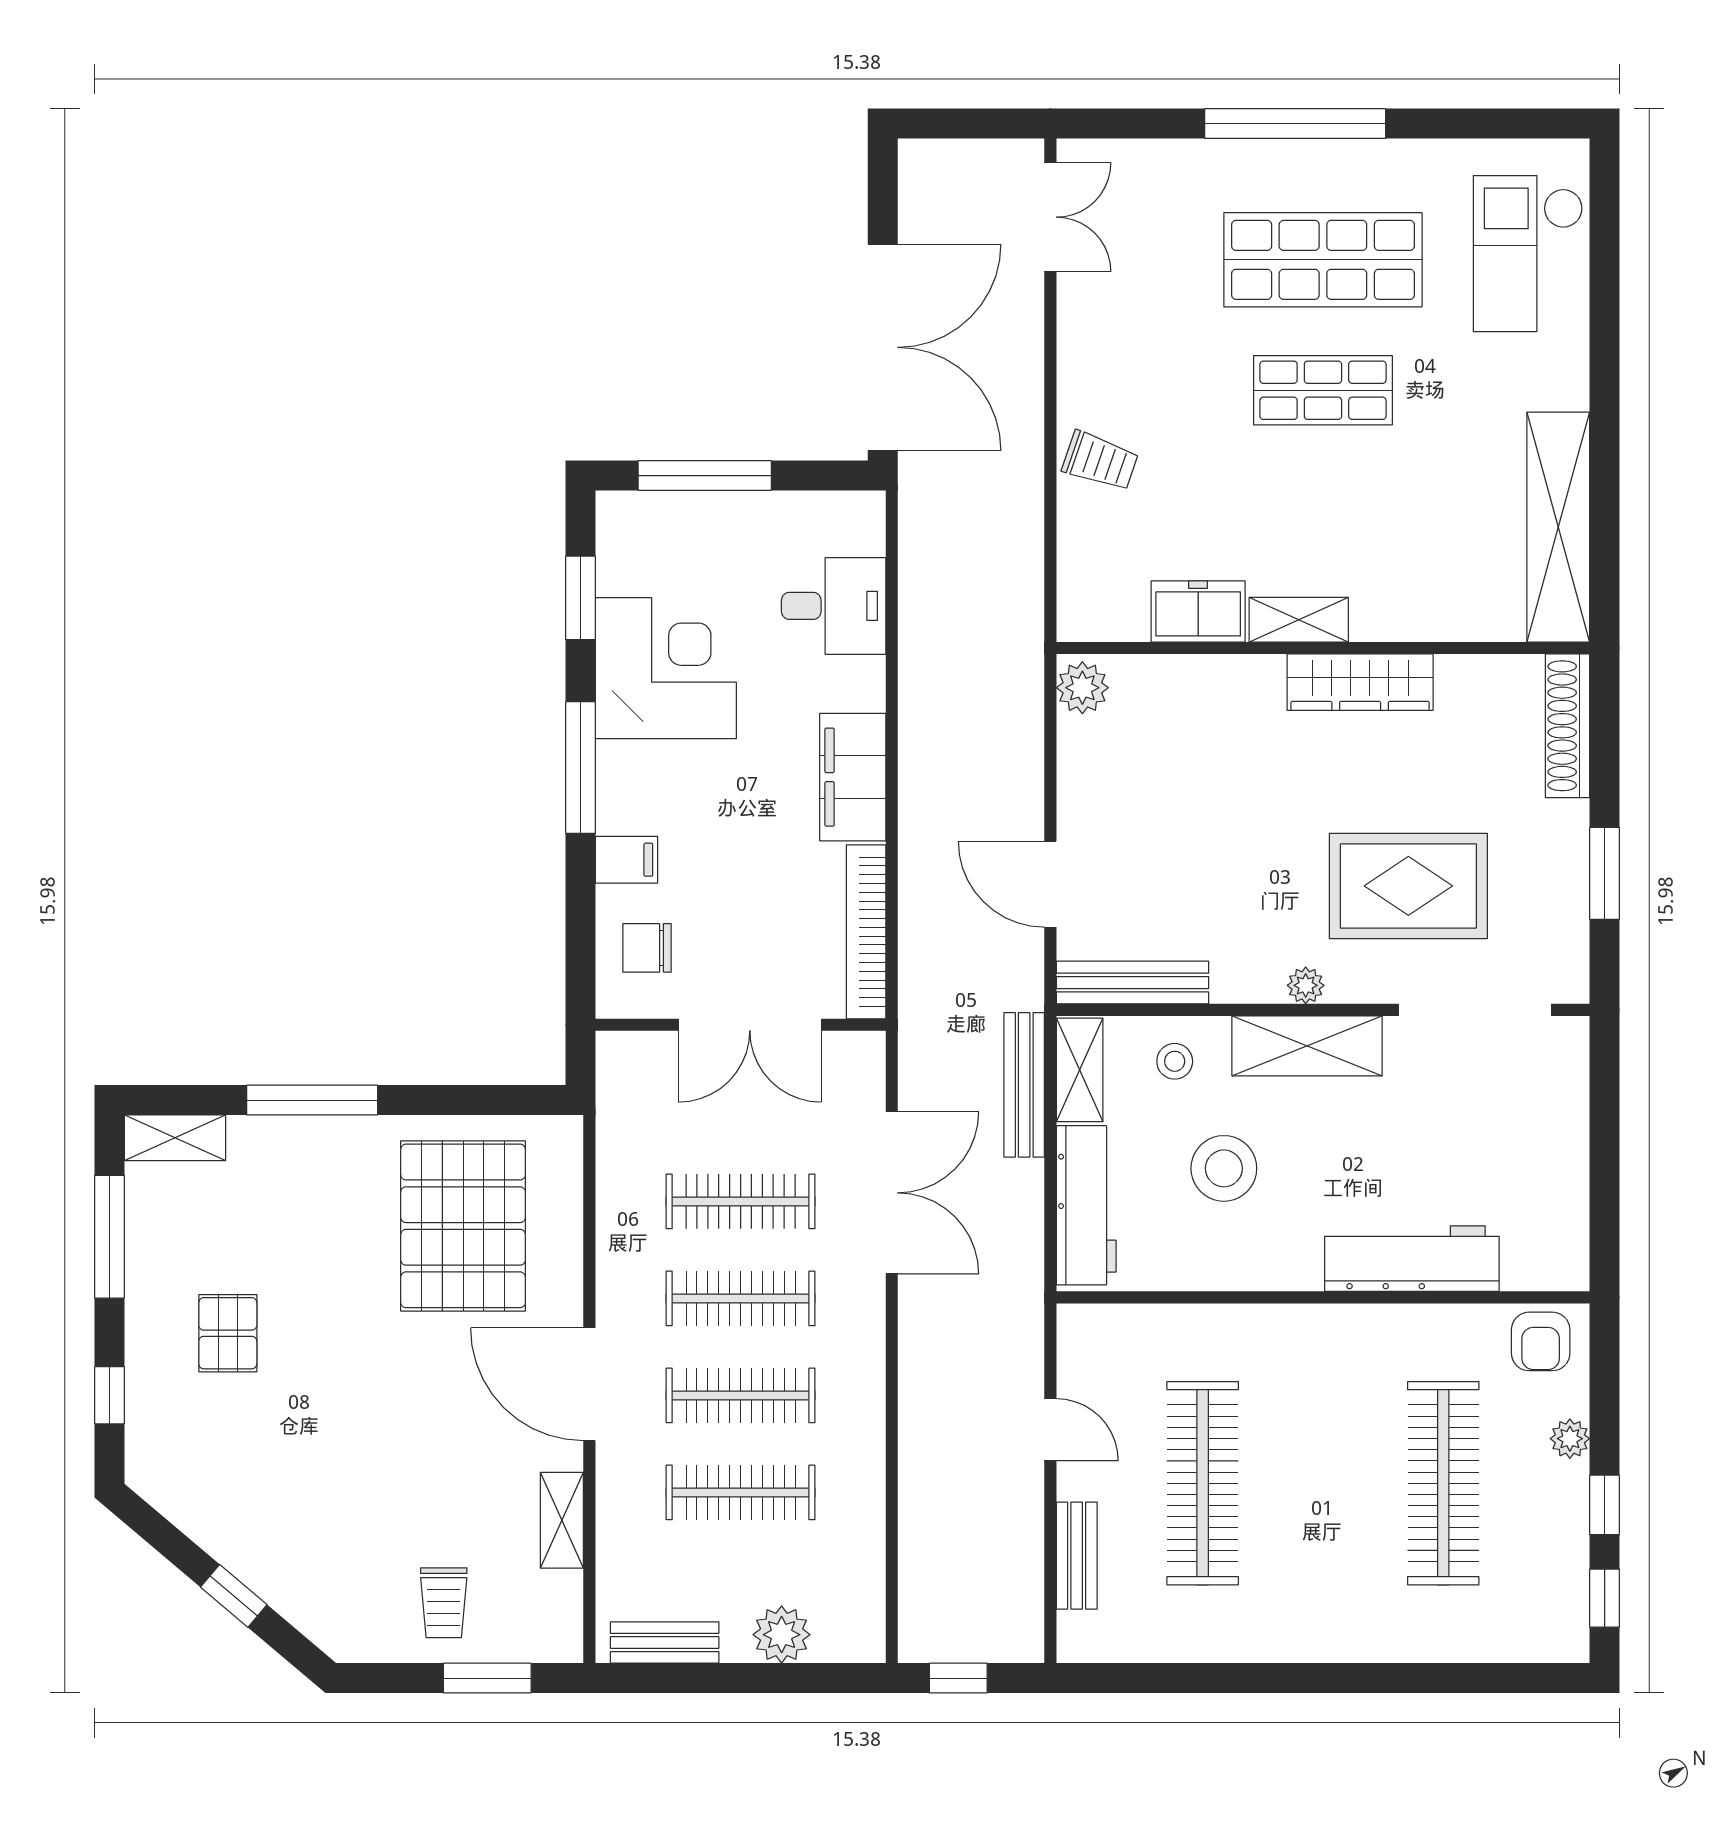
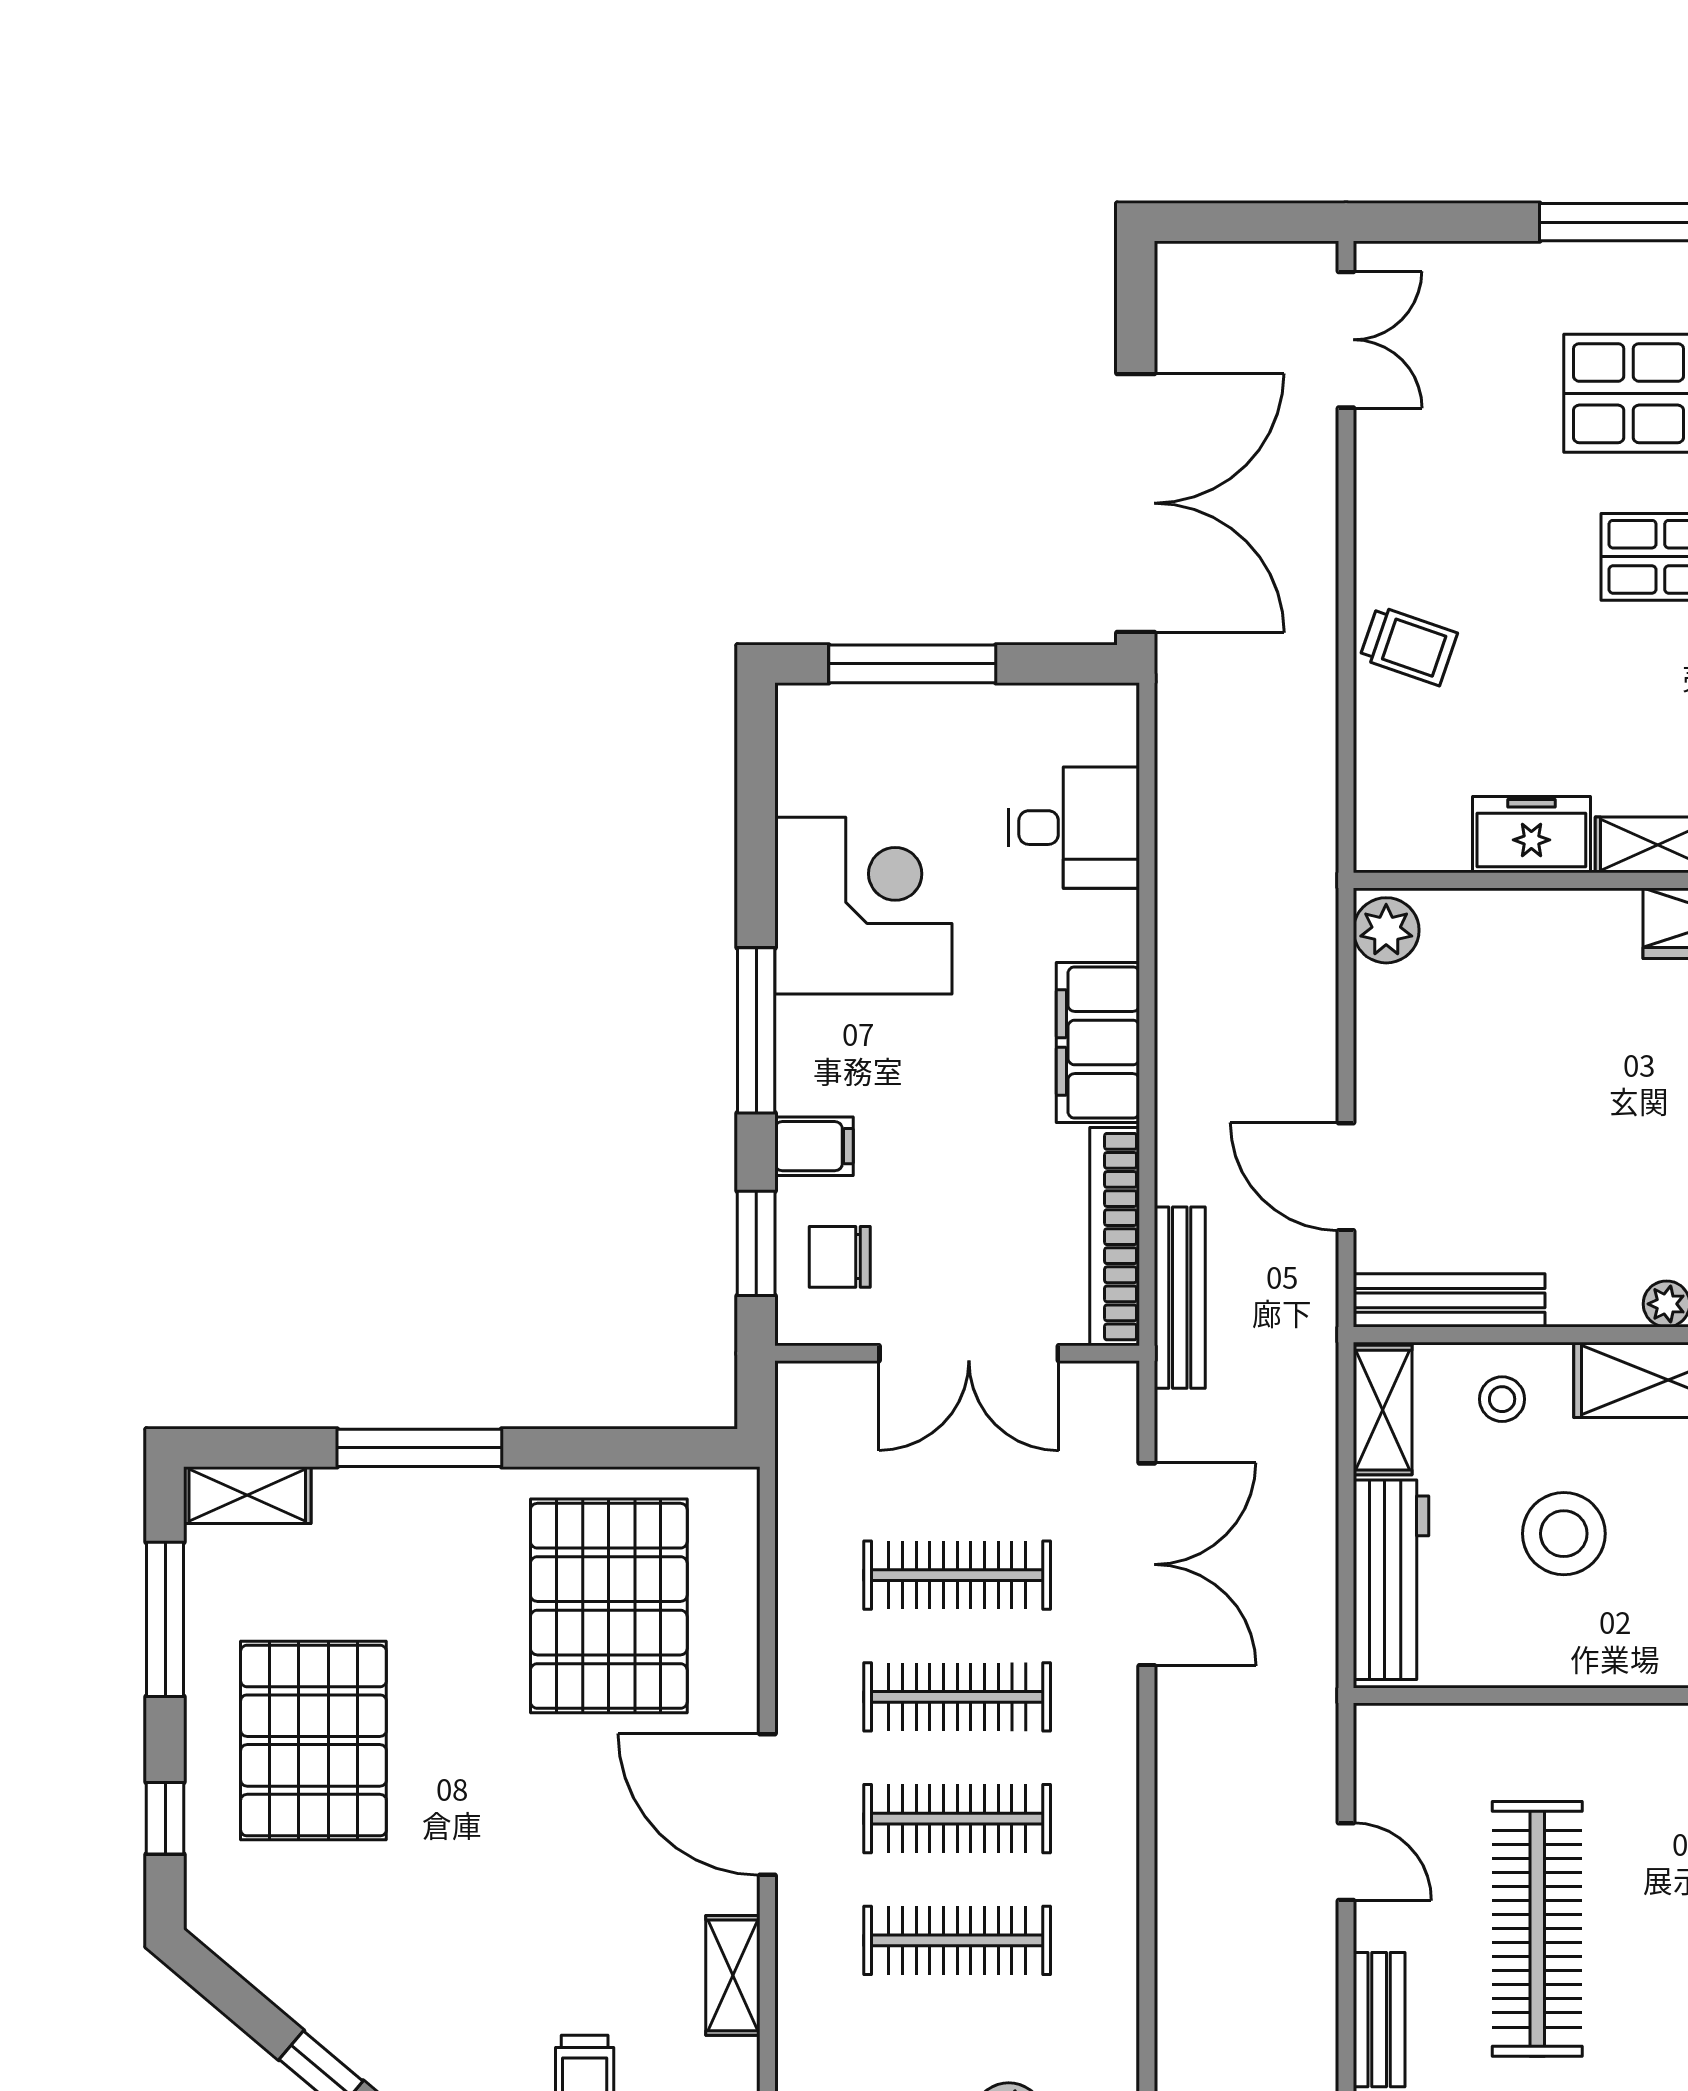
window: (580, 598) -> (756, 1243), moved
bench: (1024, 1085) -> (1180, 1298), moved
pallet: (228, 1333) -> (313, 1741), width x2.05, depth x2.00

